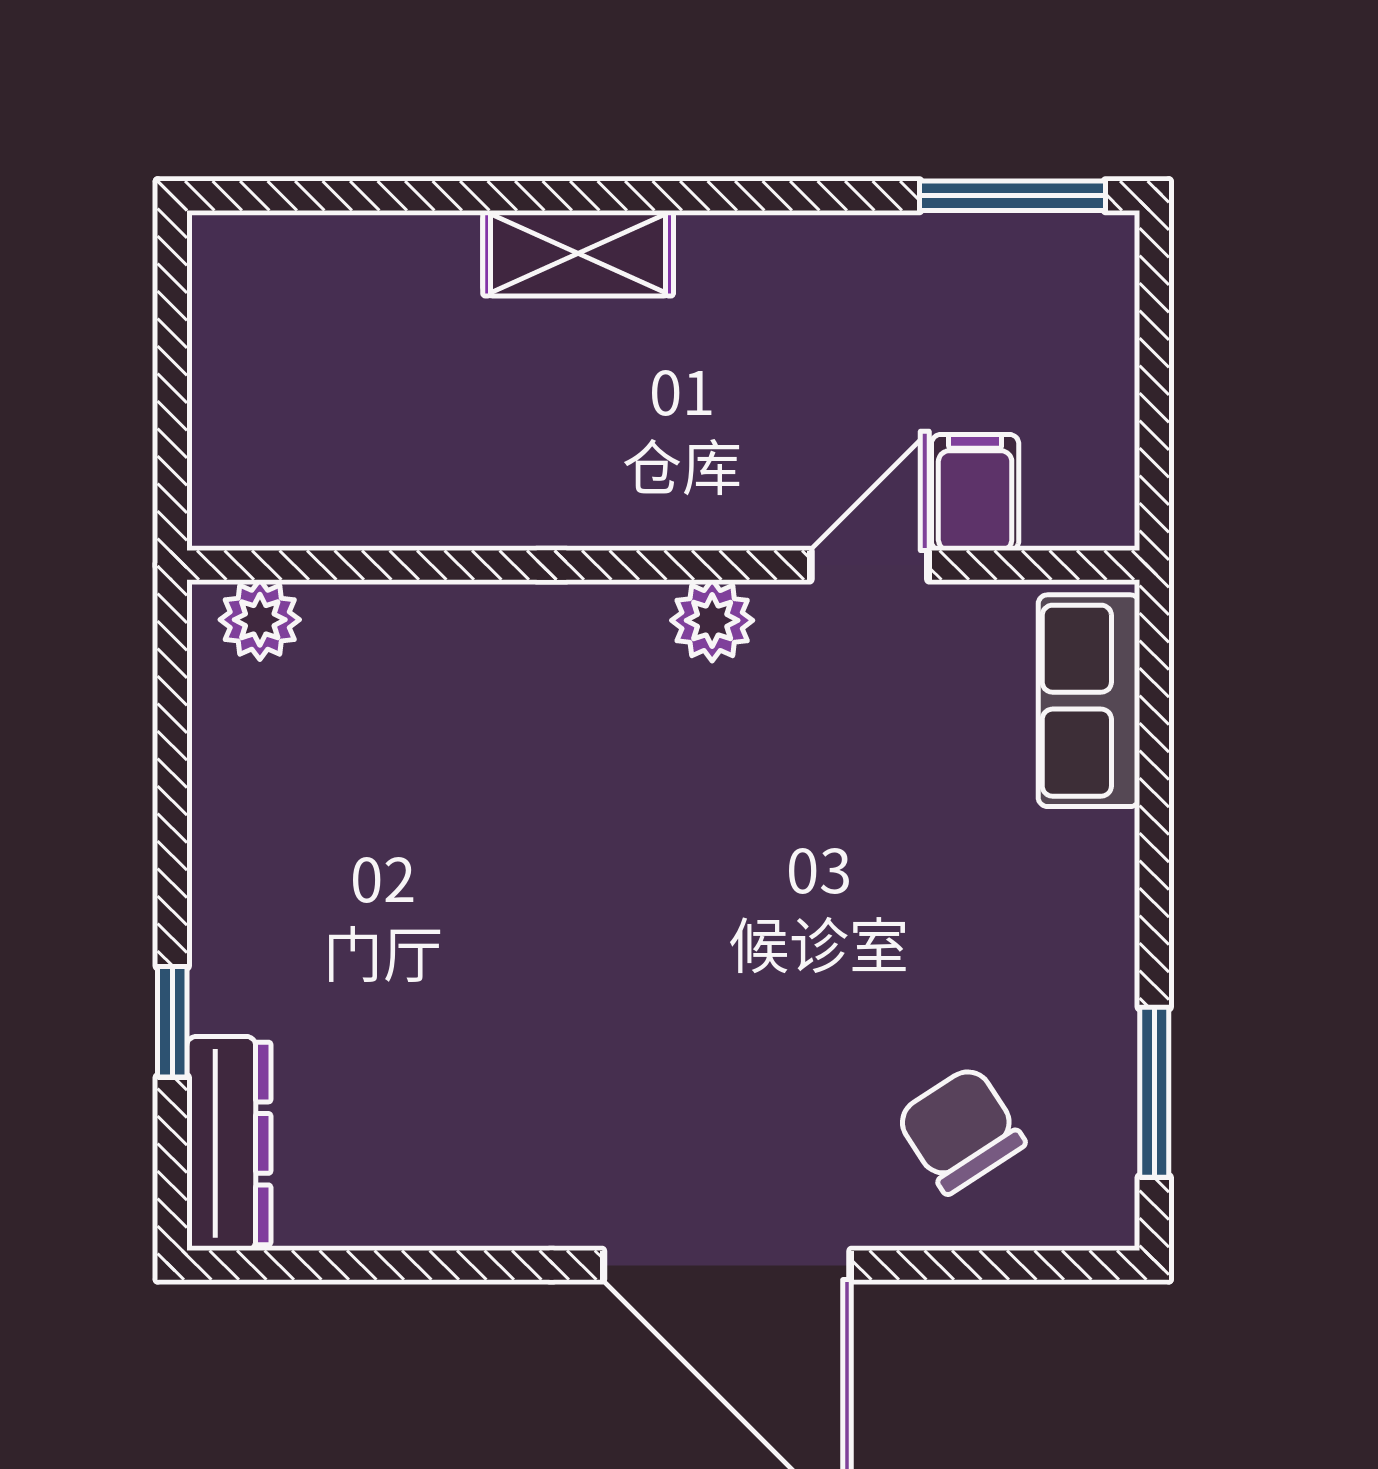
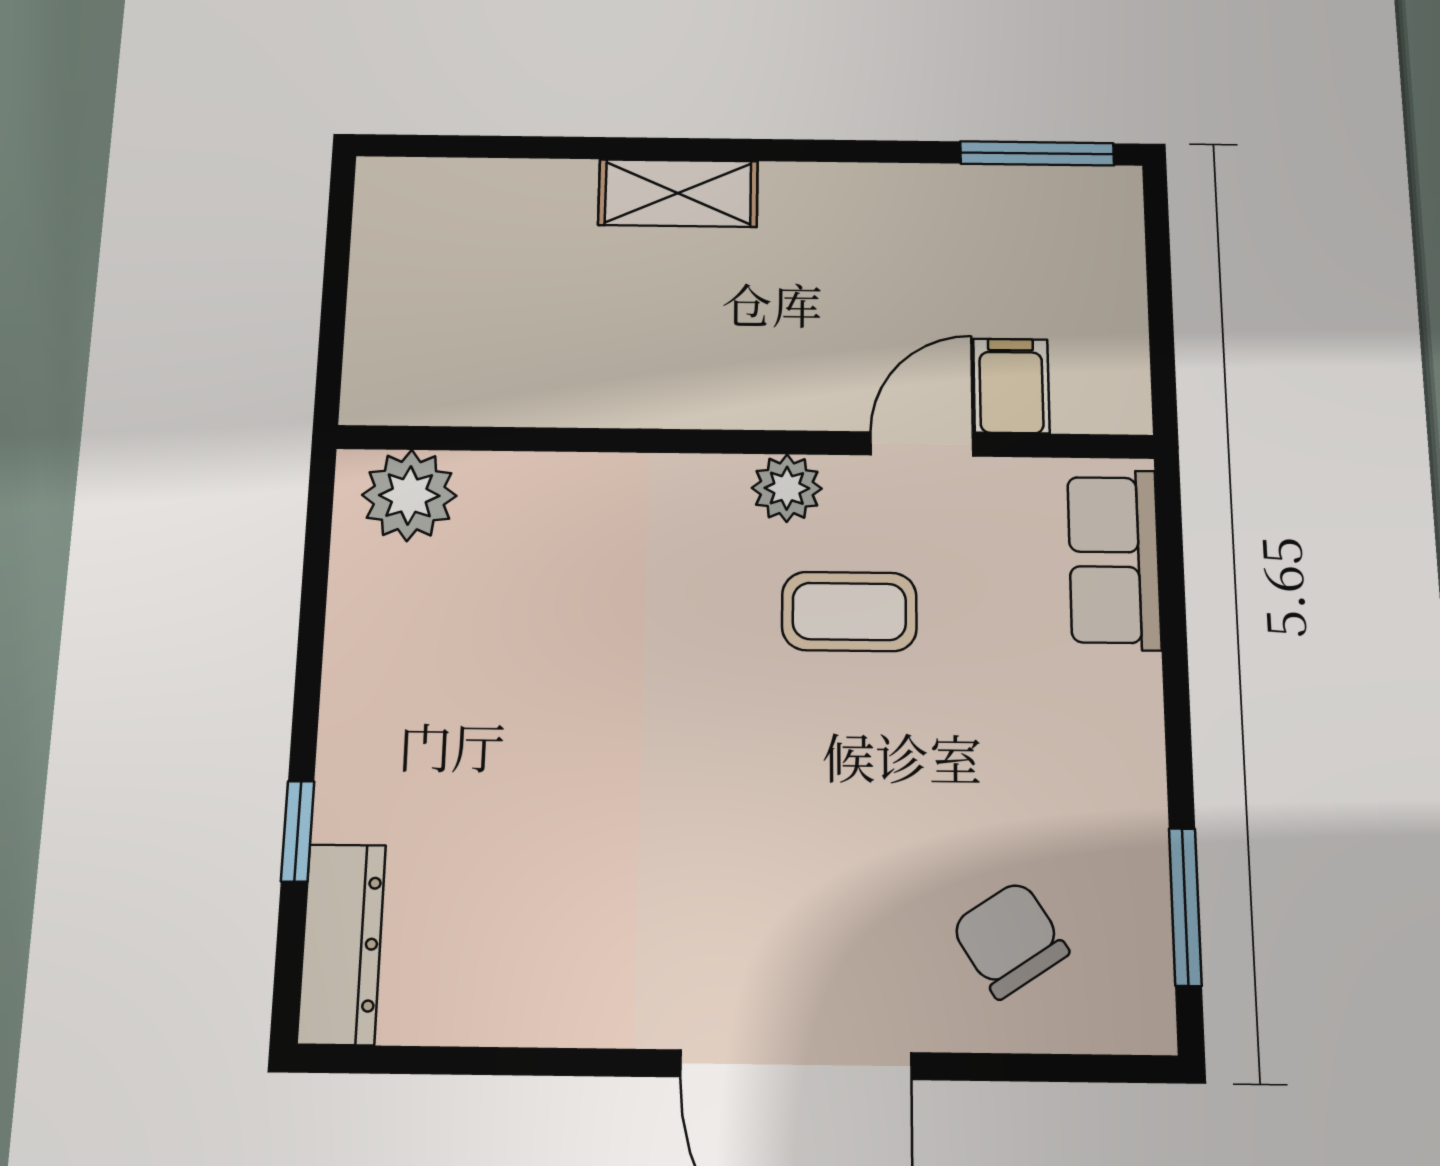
plant: (260, 620) -> (409, 495), width x1.38, depth x1.38
coffee table: (785, 765) -> (849, 611), added

